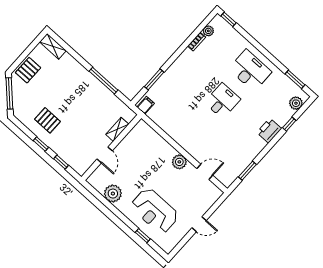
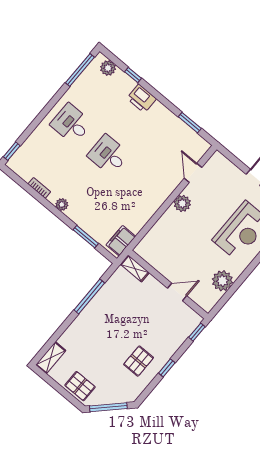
plant: (208, 31) -> (62, 205), moved
desk: (250, 70) -> (71, 124), width x0.73
window: (295, 79) -> (80, 70), width x1.44
filing cabinet: (146, 105) -> (121, 241), width x2.00
shelving: (117, 129) -> (135, 268), moved
window: (61, 162) -> (197, 332), moved

